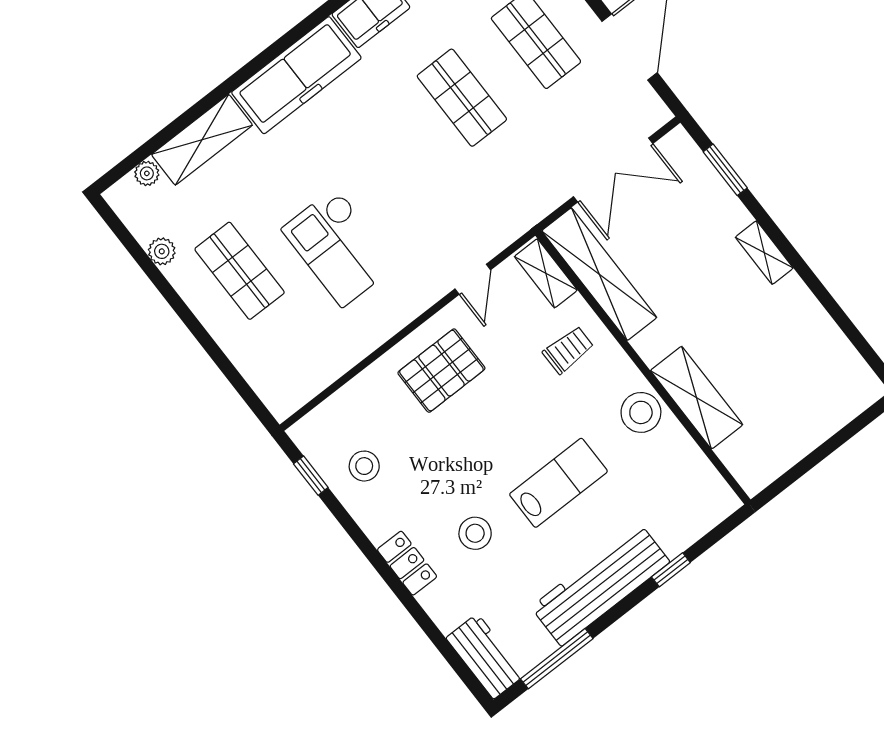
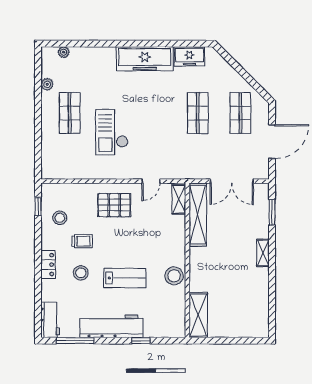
shelving: (202, 140) -> (93, 56), removed
trolley: (568, 350) -> (82, 241), moved
shelving: (697, 398) -> (198, 315), moved

